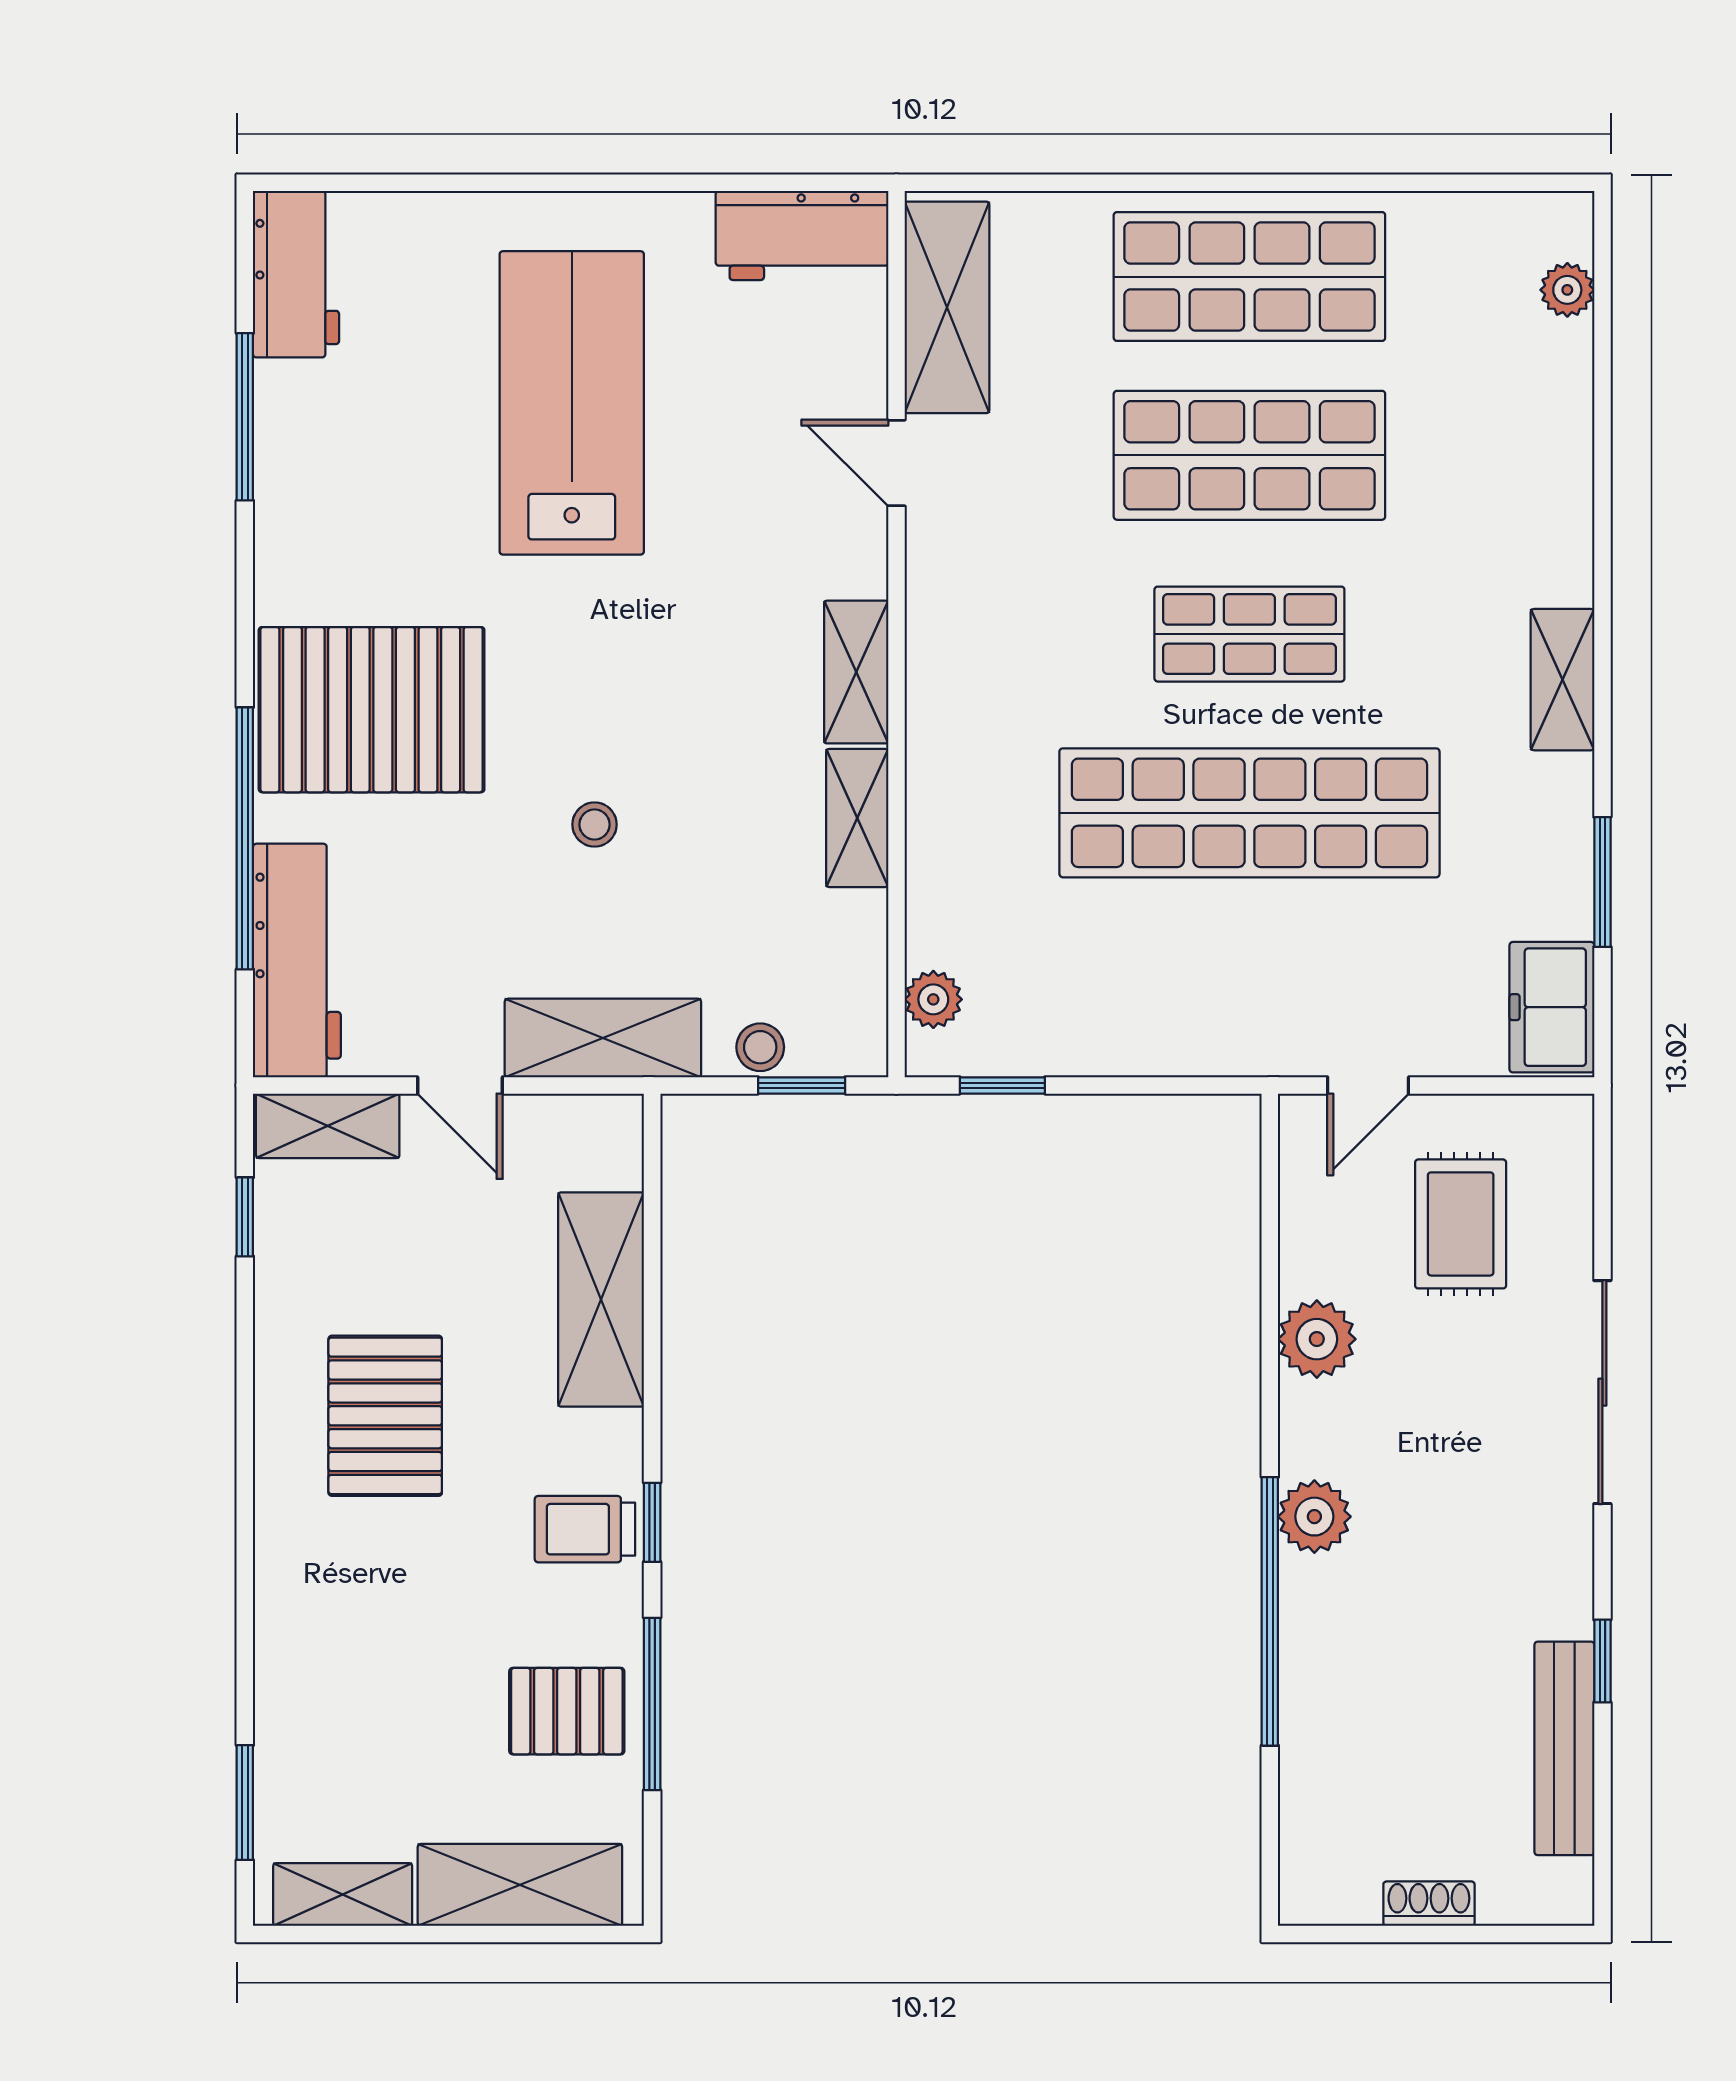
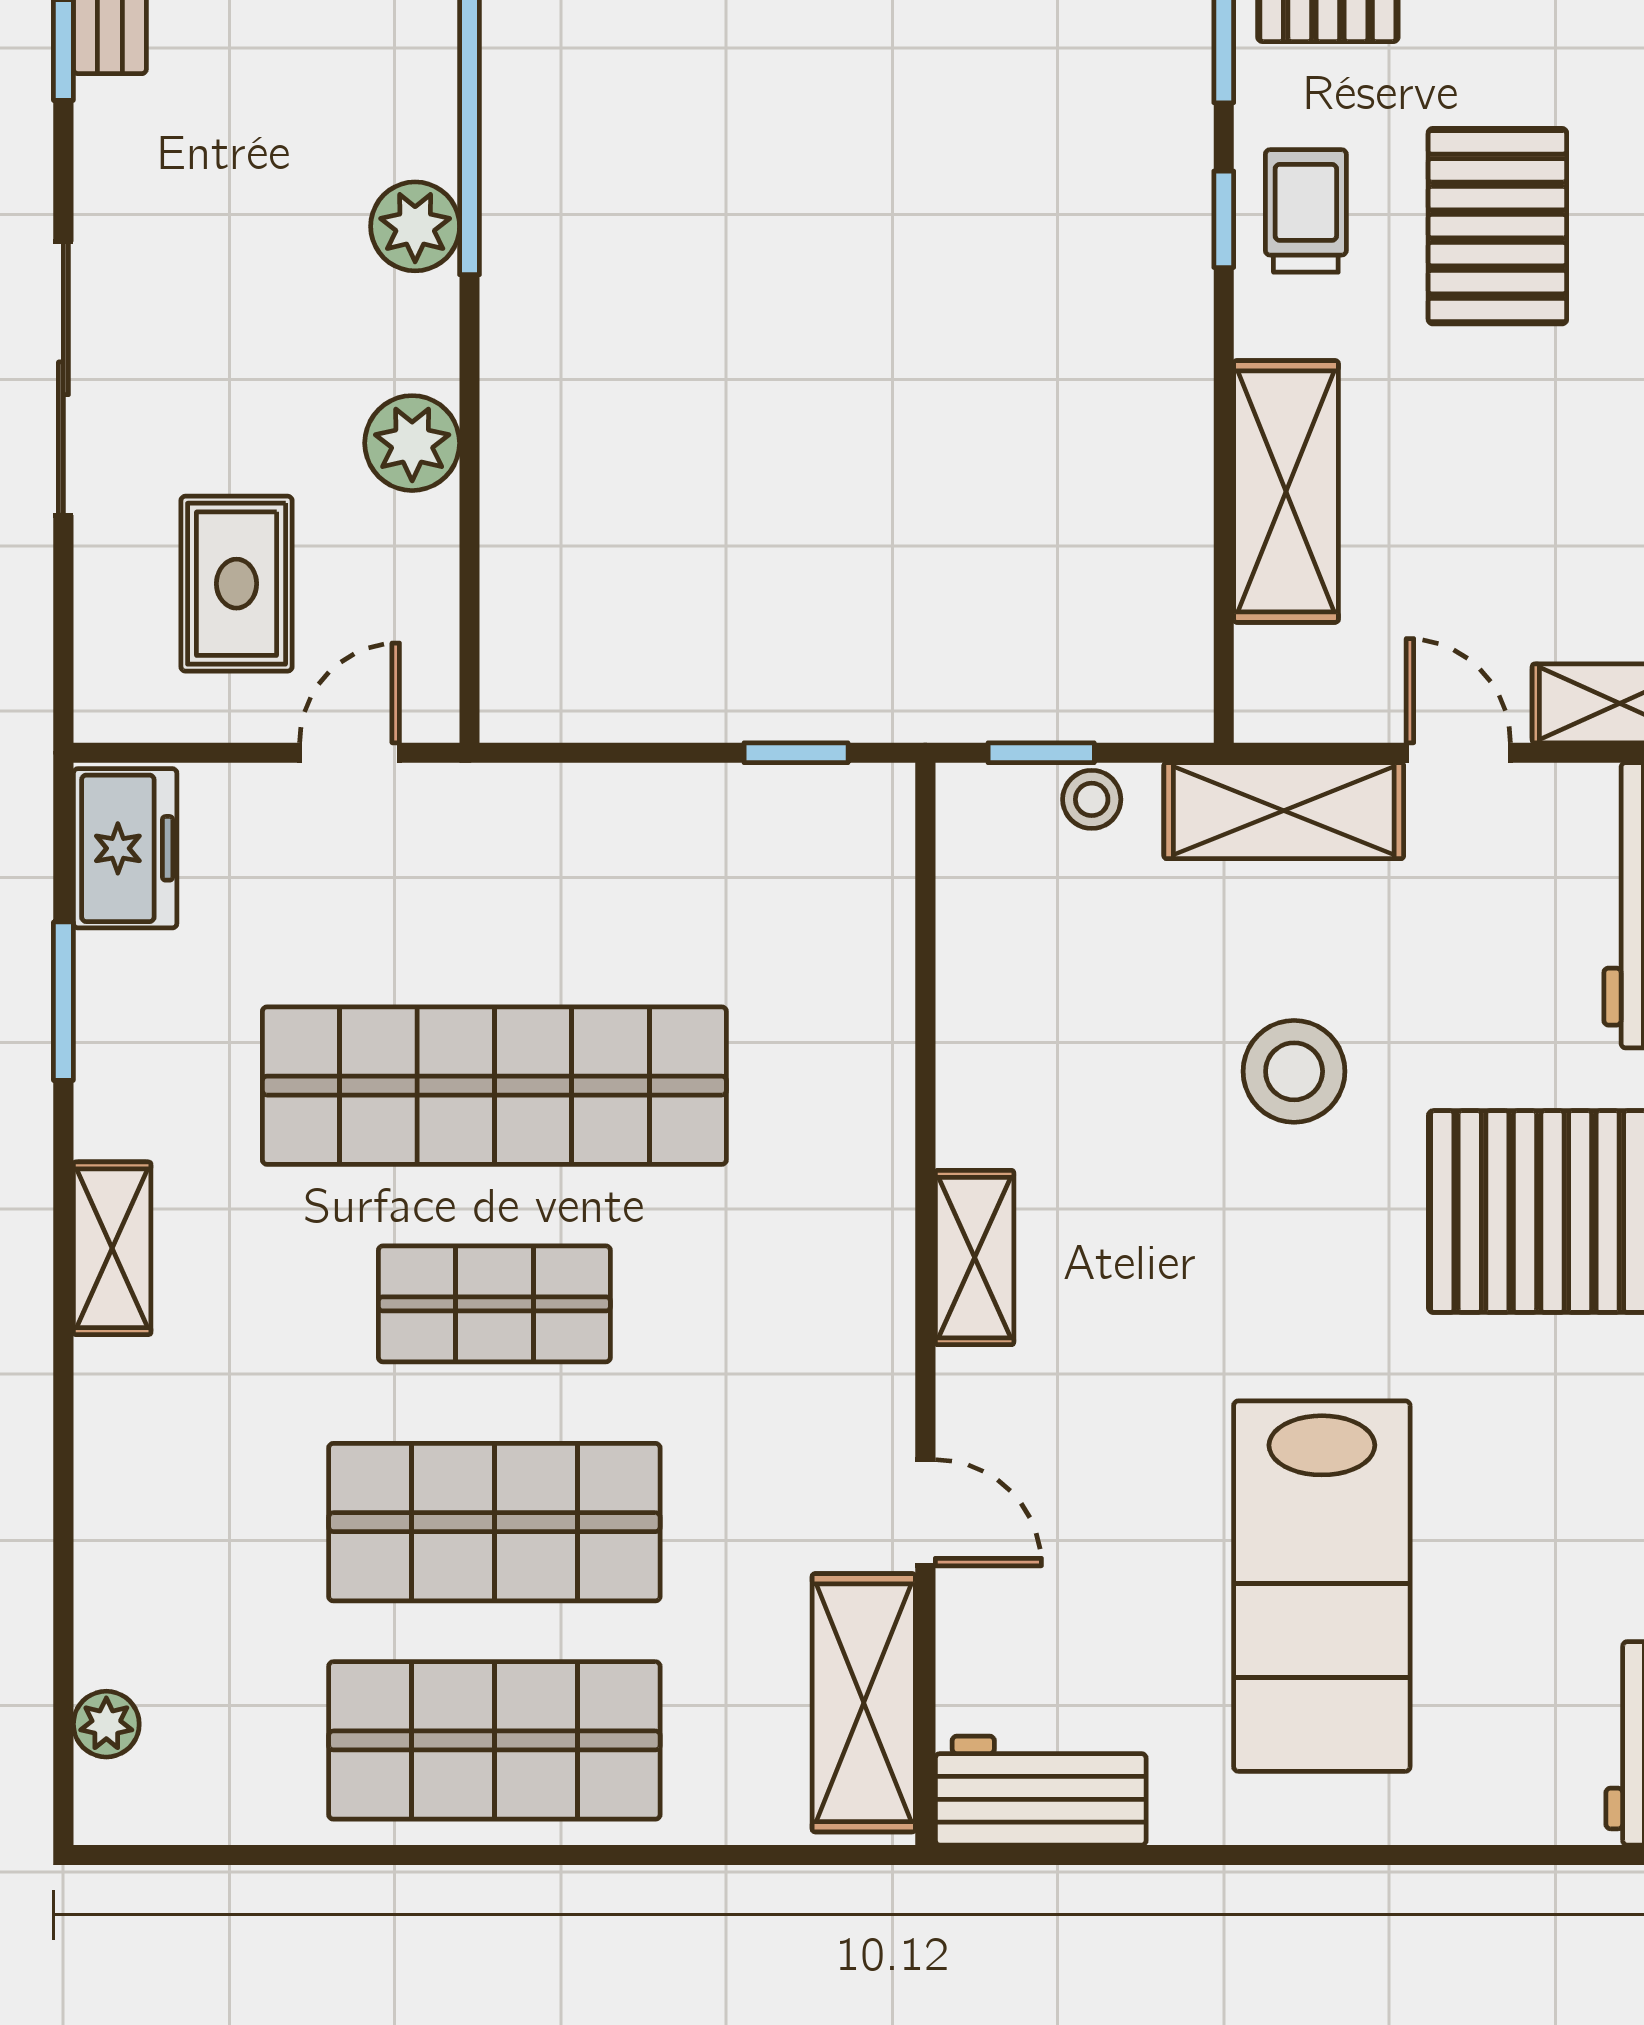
shelving: (857, 818) -> (973, 1079), removed
stool: (595, 825) -> (1294, 1071), width x1.89, depth x1.89
plant: (933, 999) -> (880, 858), removed
pallet: (385, 1416) -> (1497, 226), moved
trolley: (585, 1529) -> (1306, 211), turned -90

